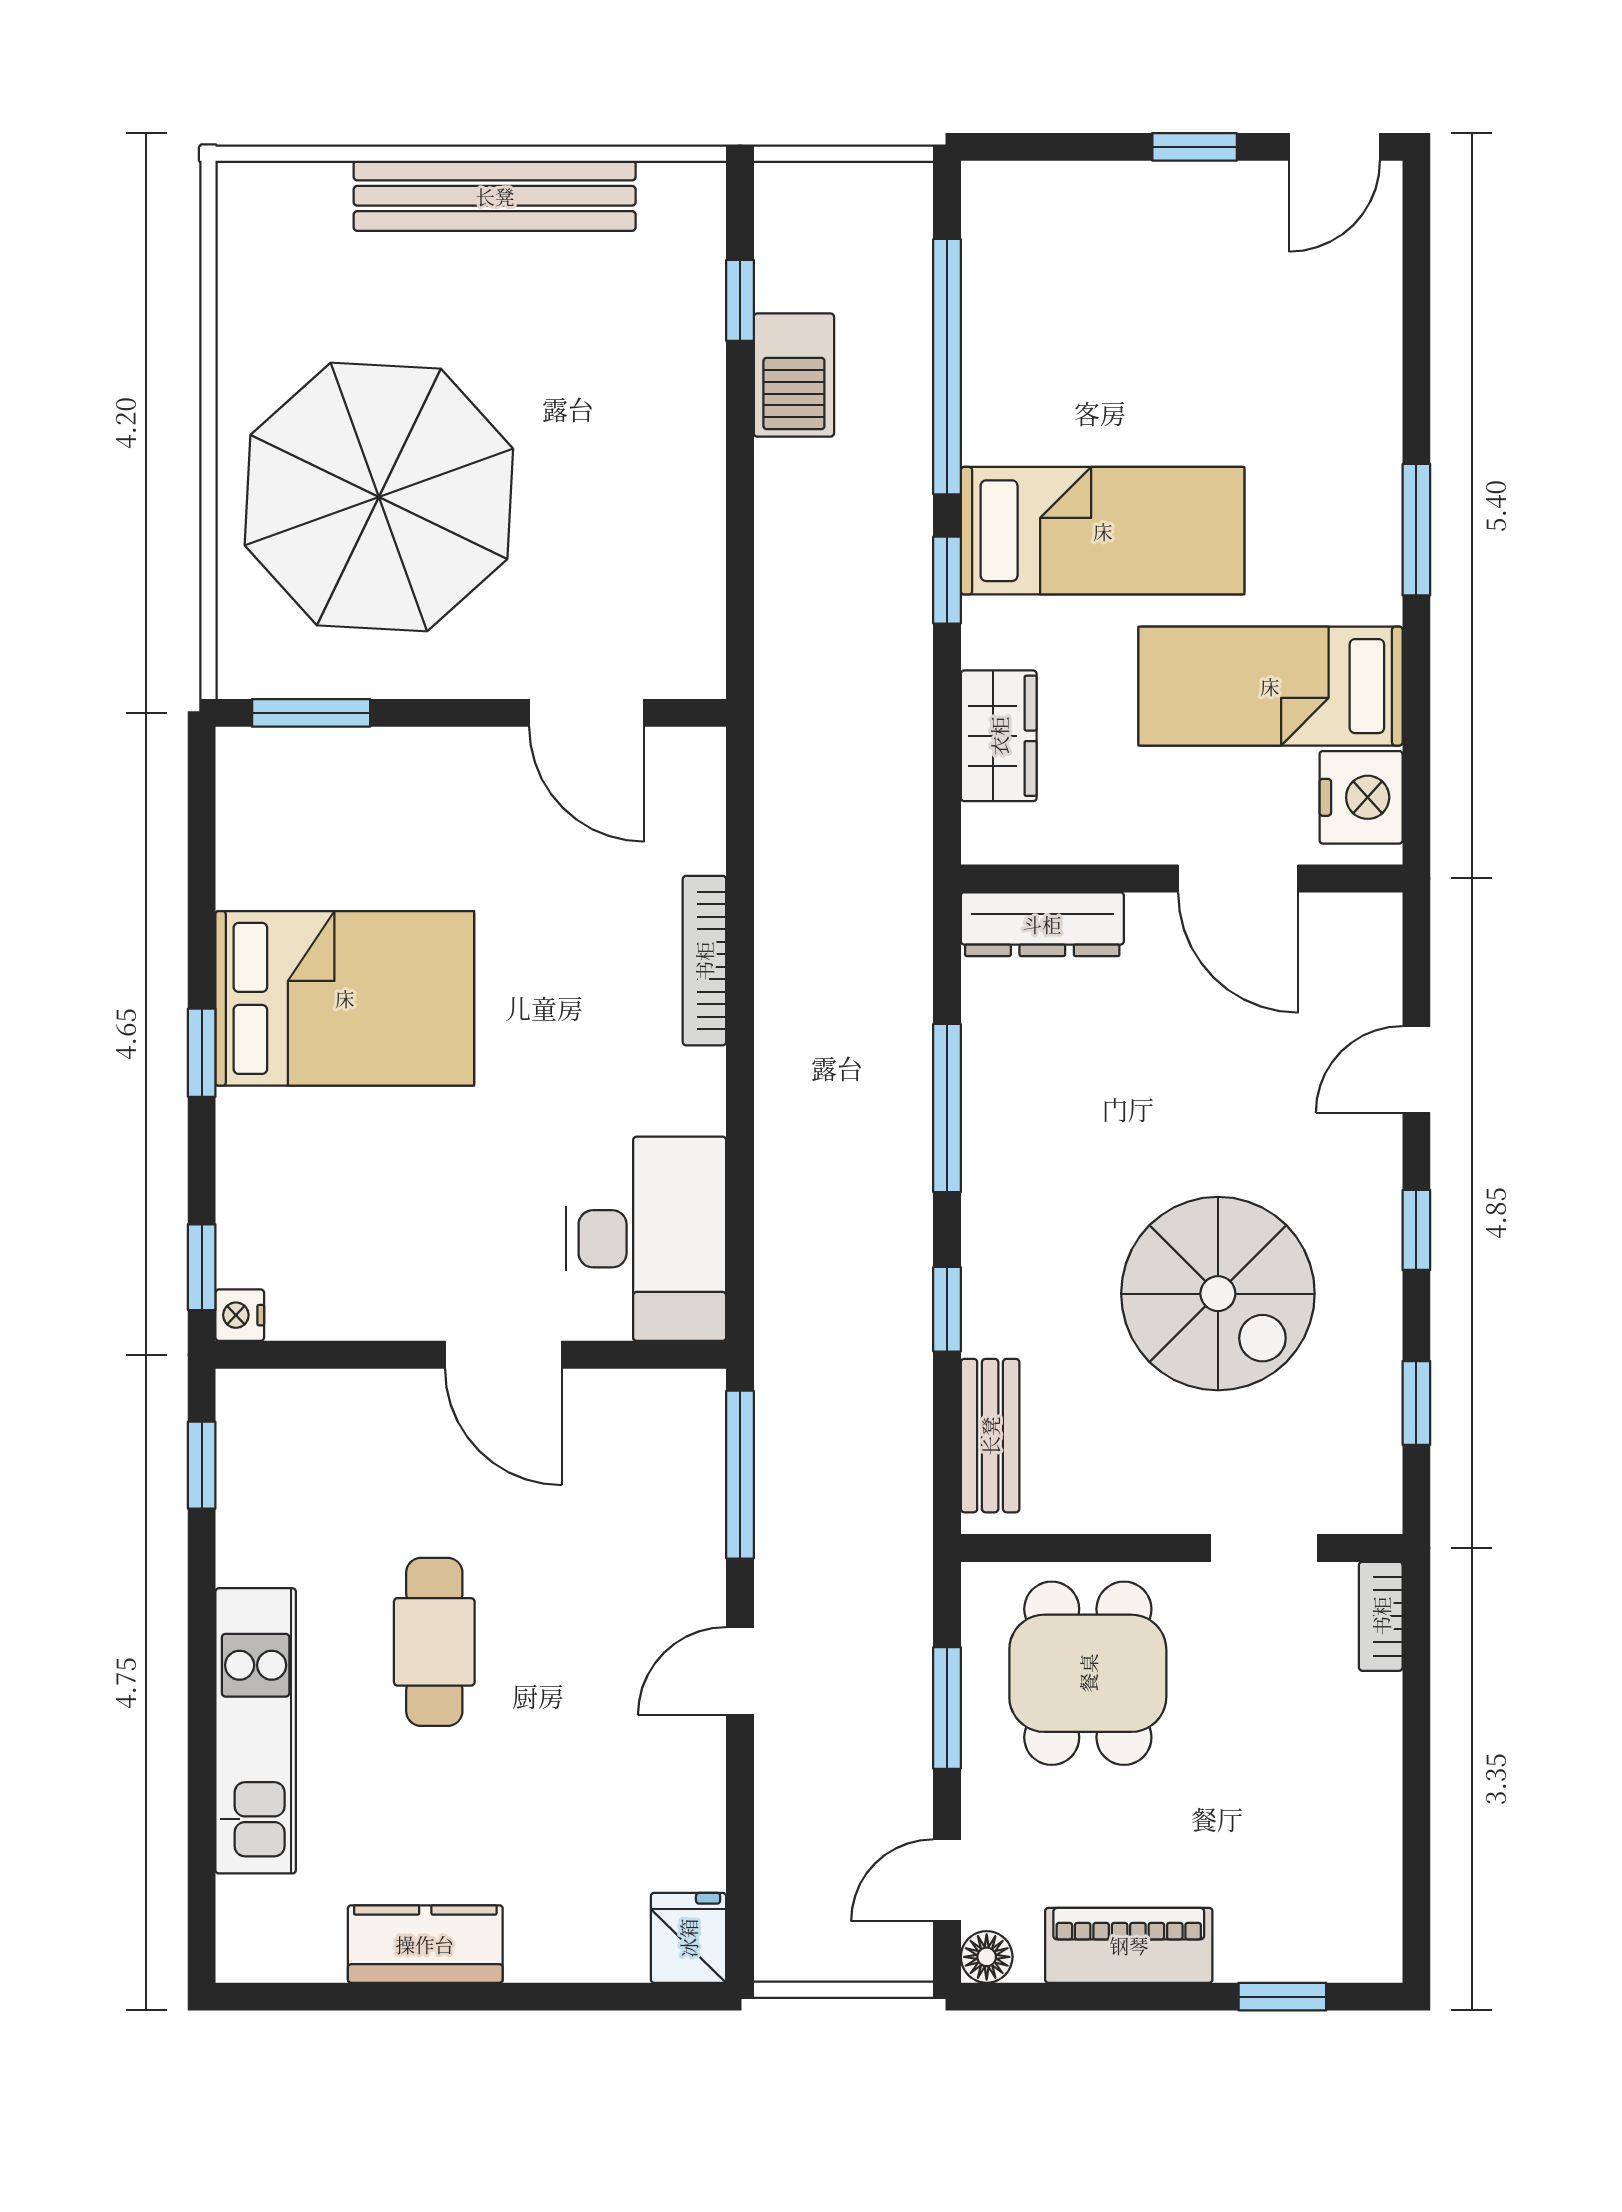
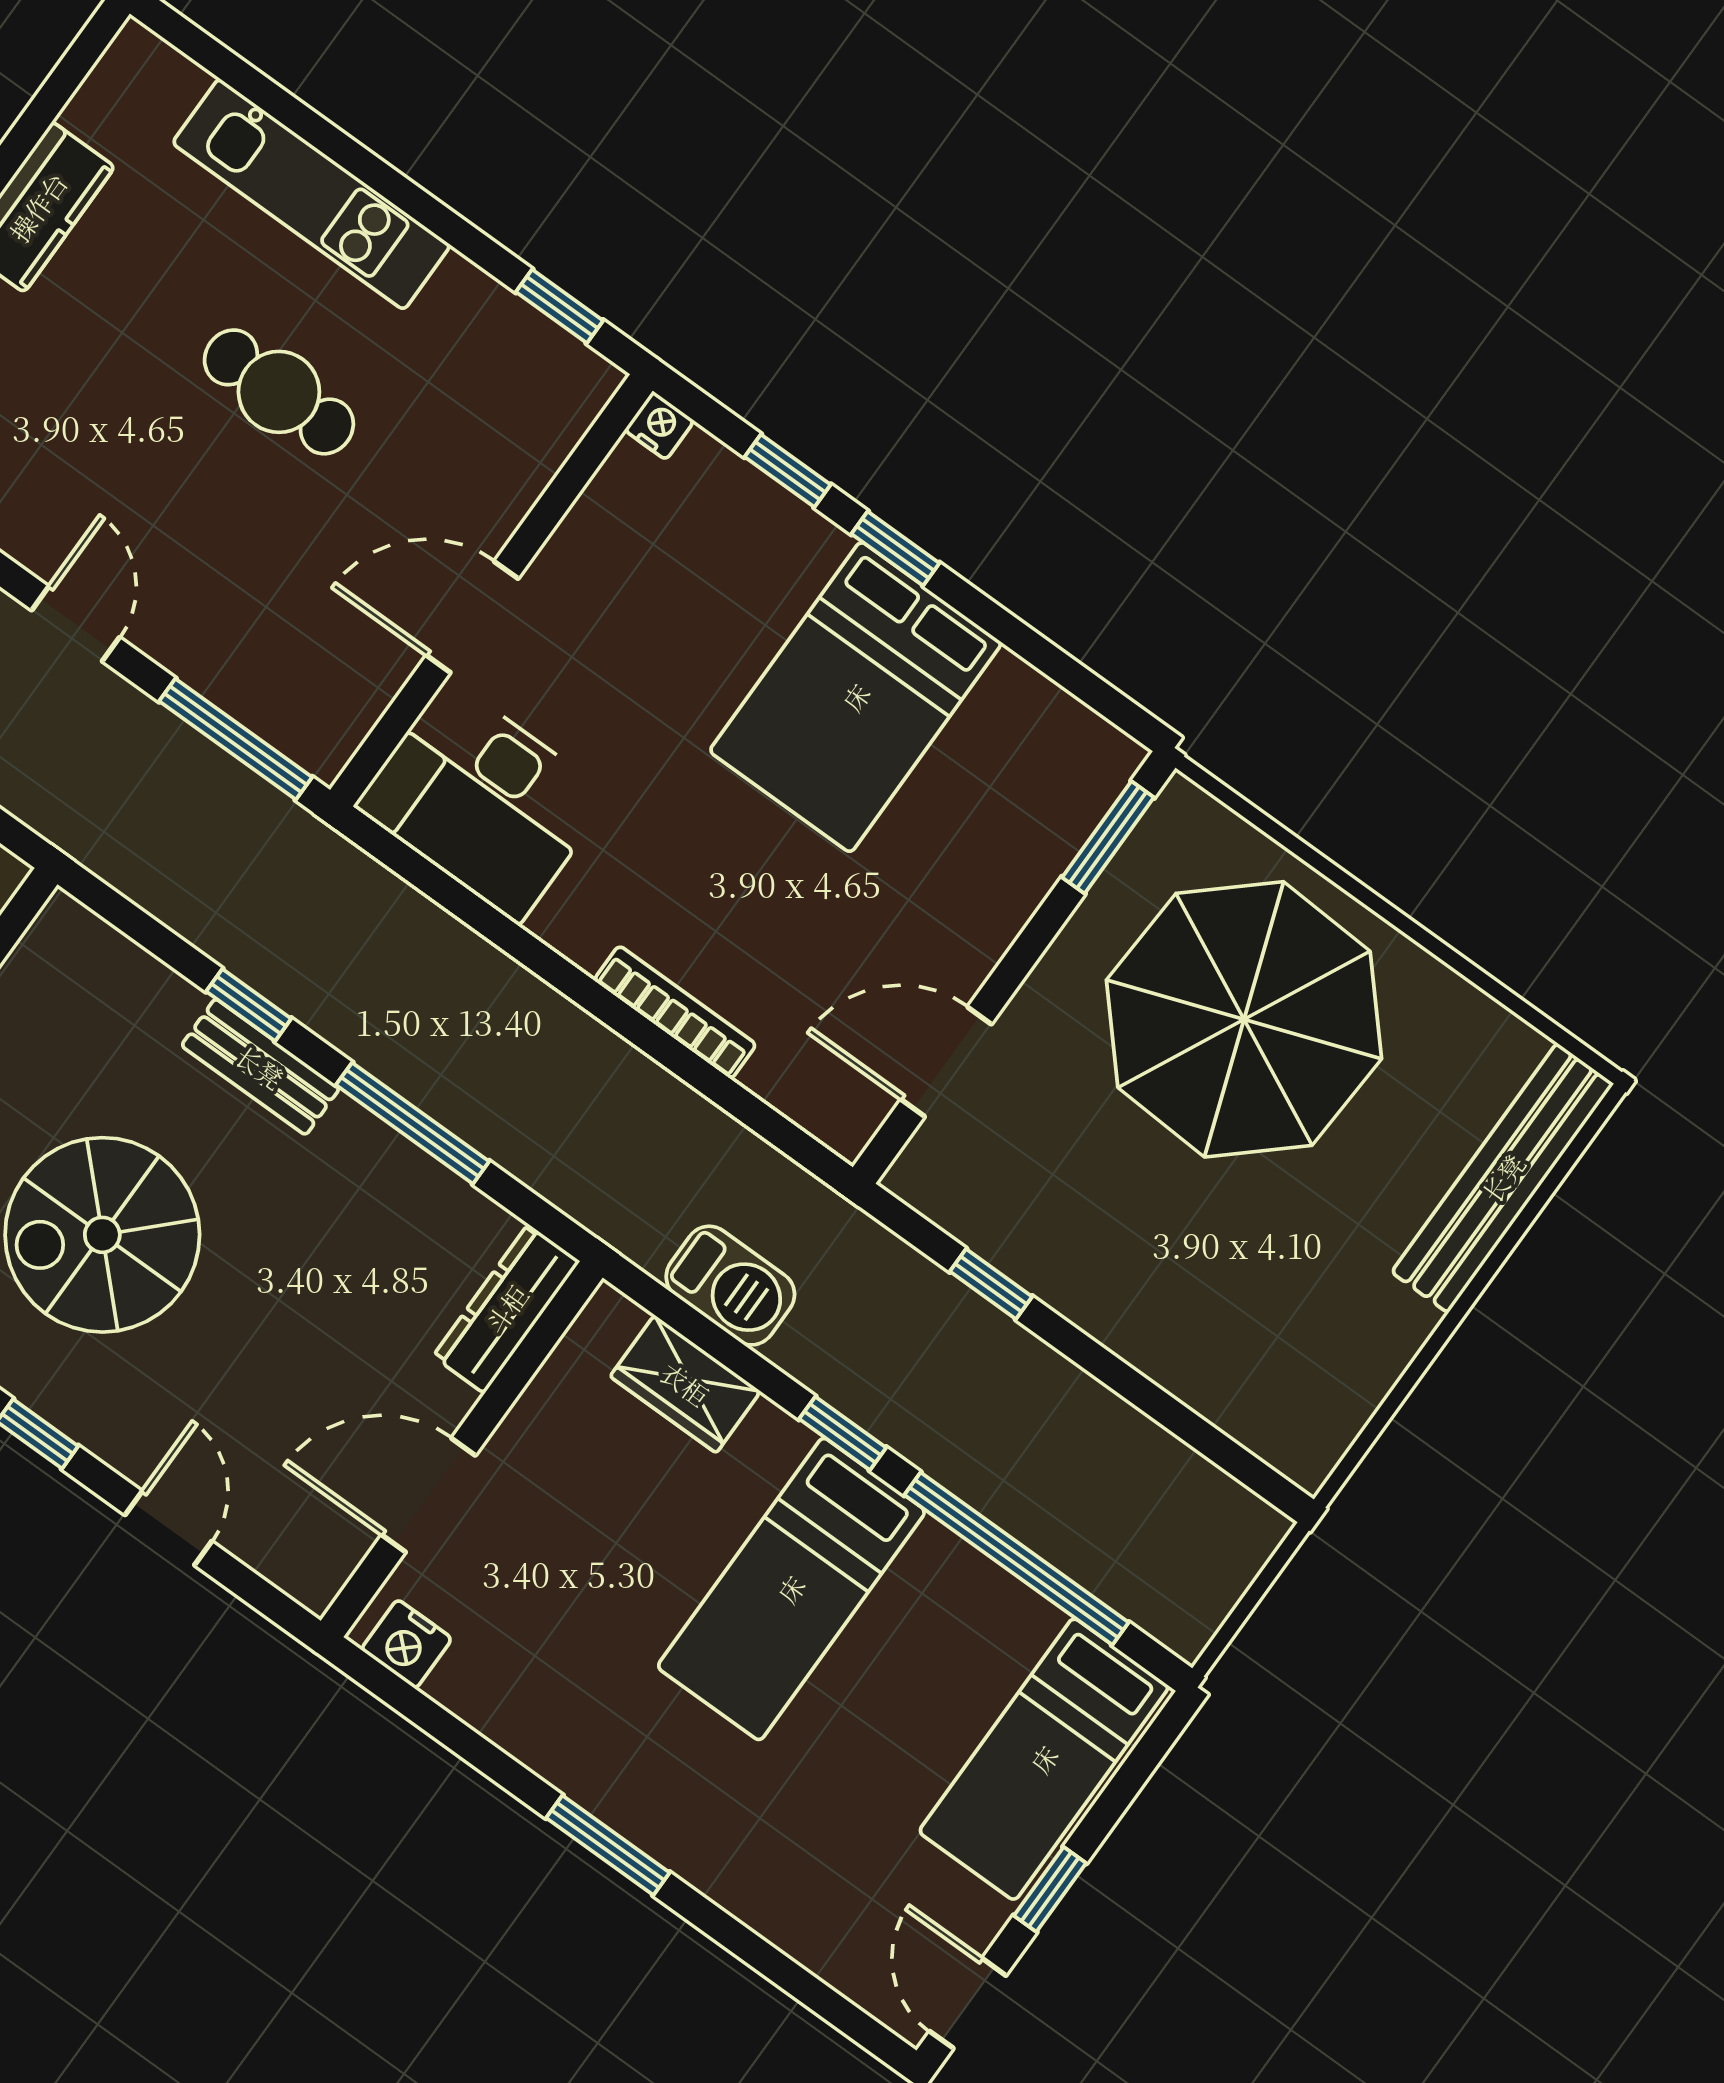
bench: (495, 196) -> (1503, 1178), moved
window: (740, 300) -> (991, 1284), moved
barbecue: (794, 375) -> (730, 1286), moved, turned 180
bed: (1270, 686) -> (1044, 1759), moved, turned 180
nightstand: (1361, 797) -> (406, 1644), width x0.74, depth x0.75
window: (202, 1267) -> (788, 471), moved
bench: (990, 1436) -> (260, 1067), moved

